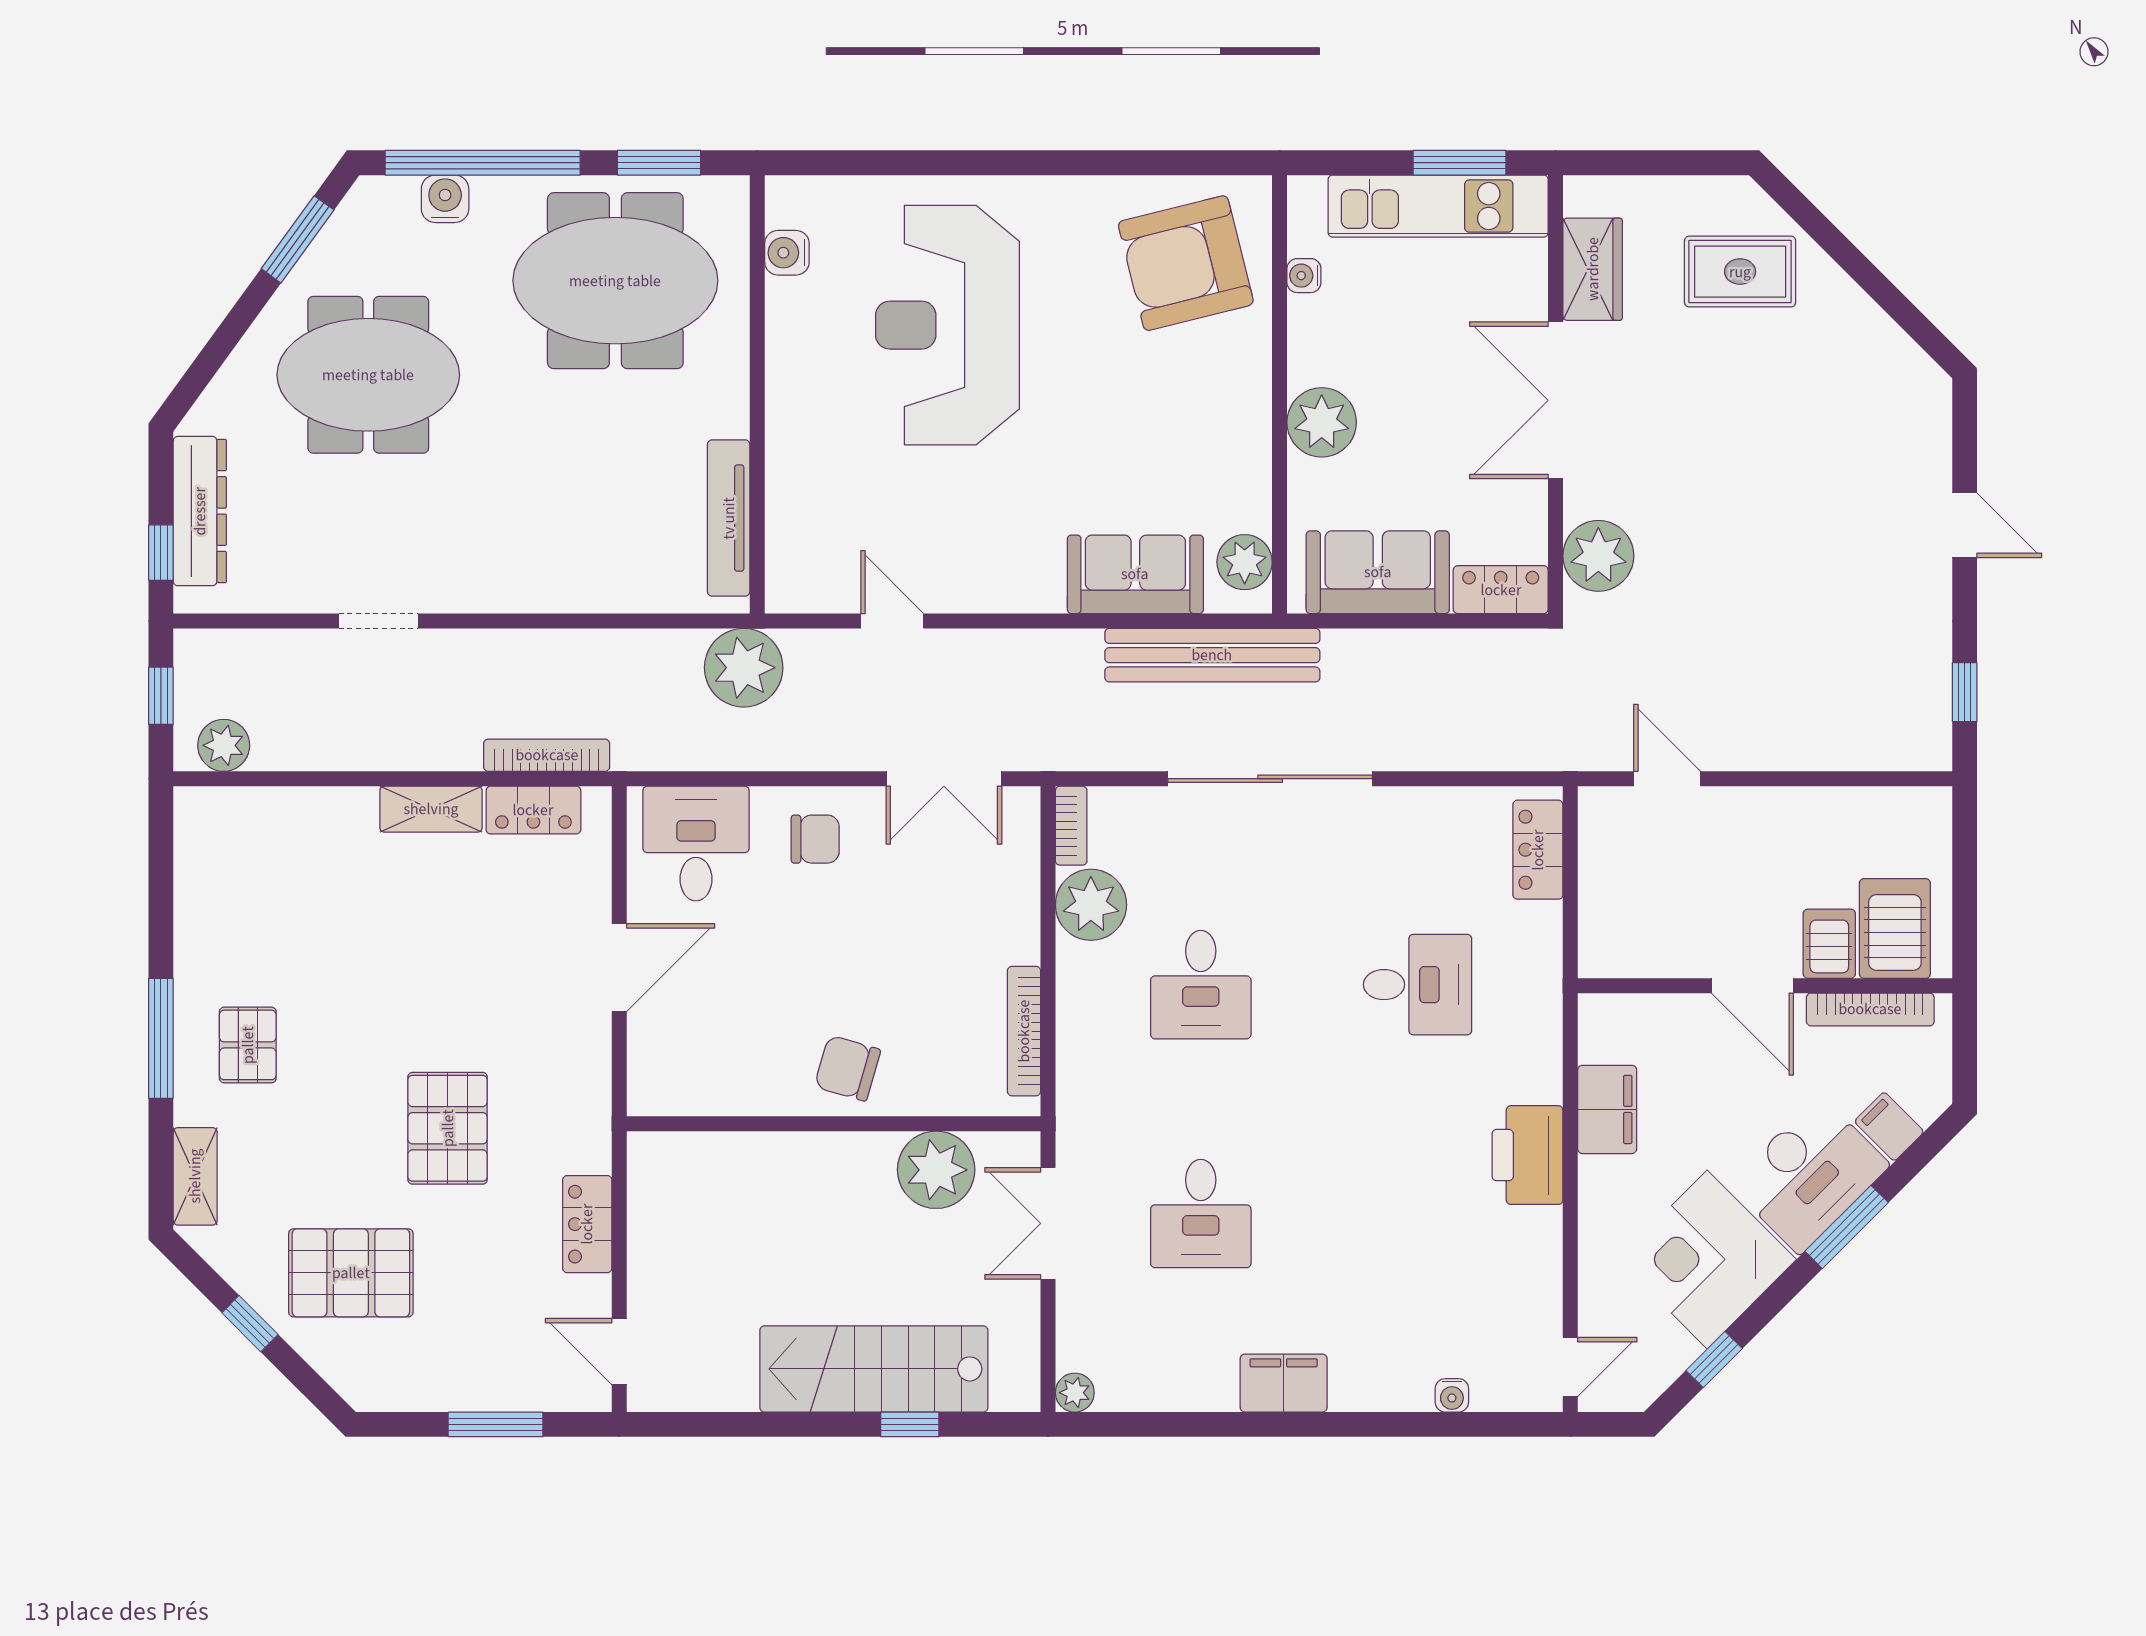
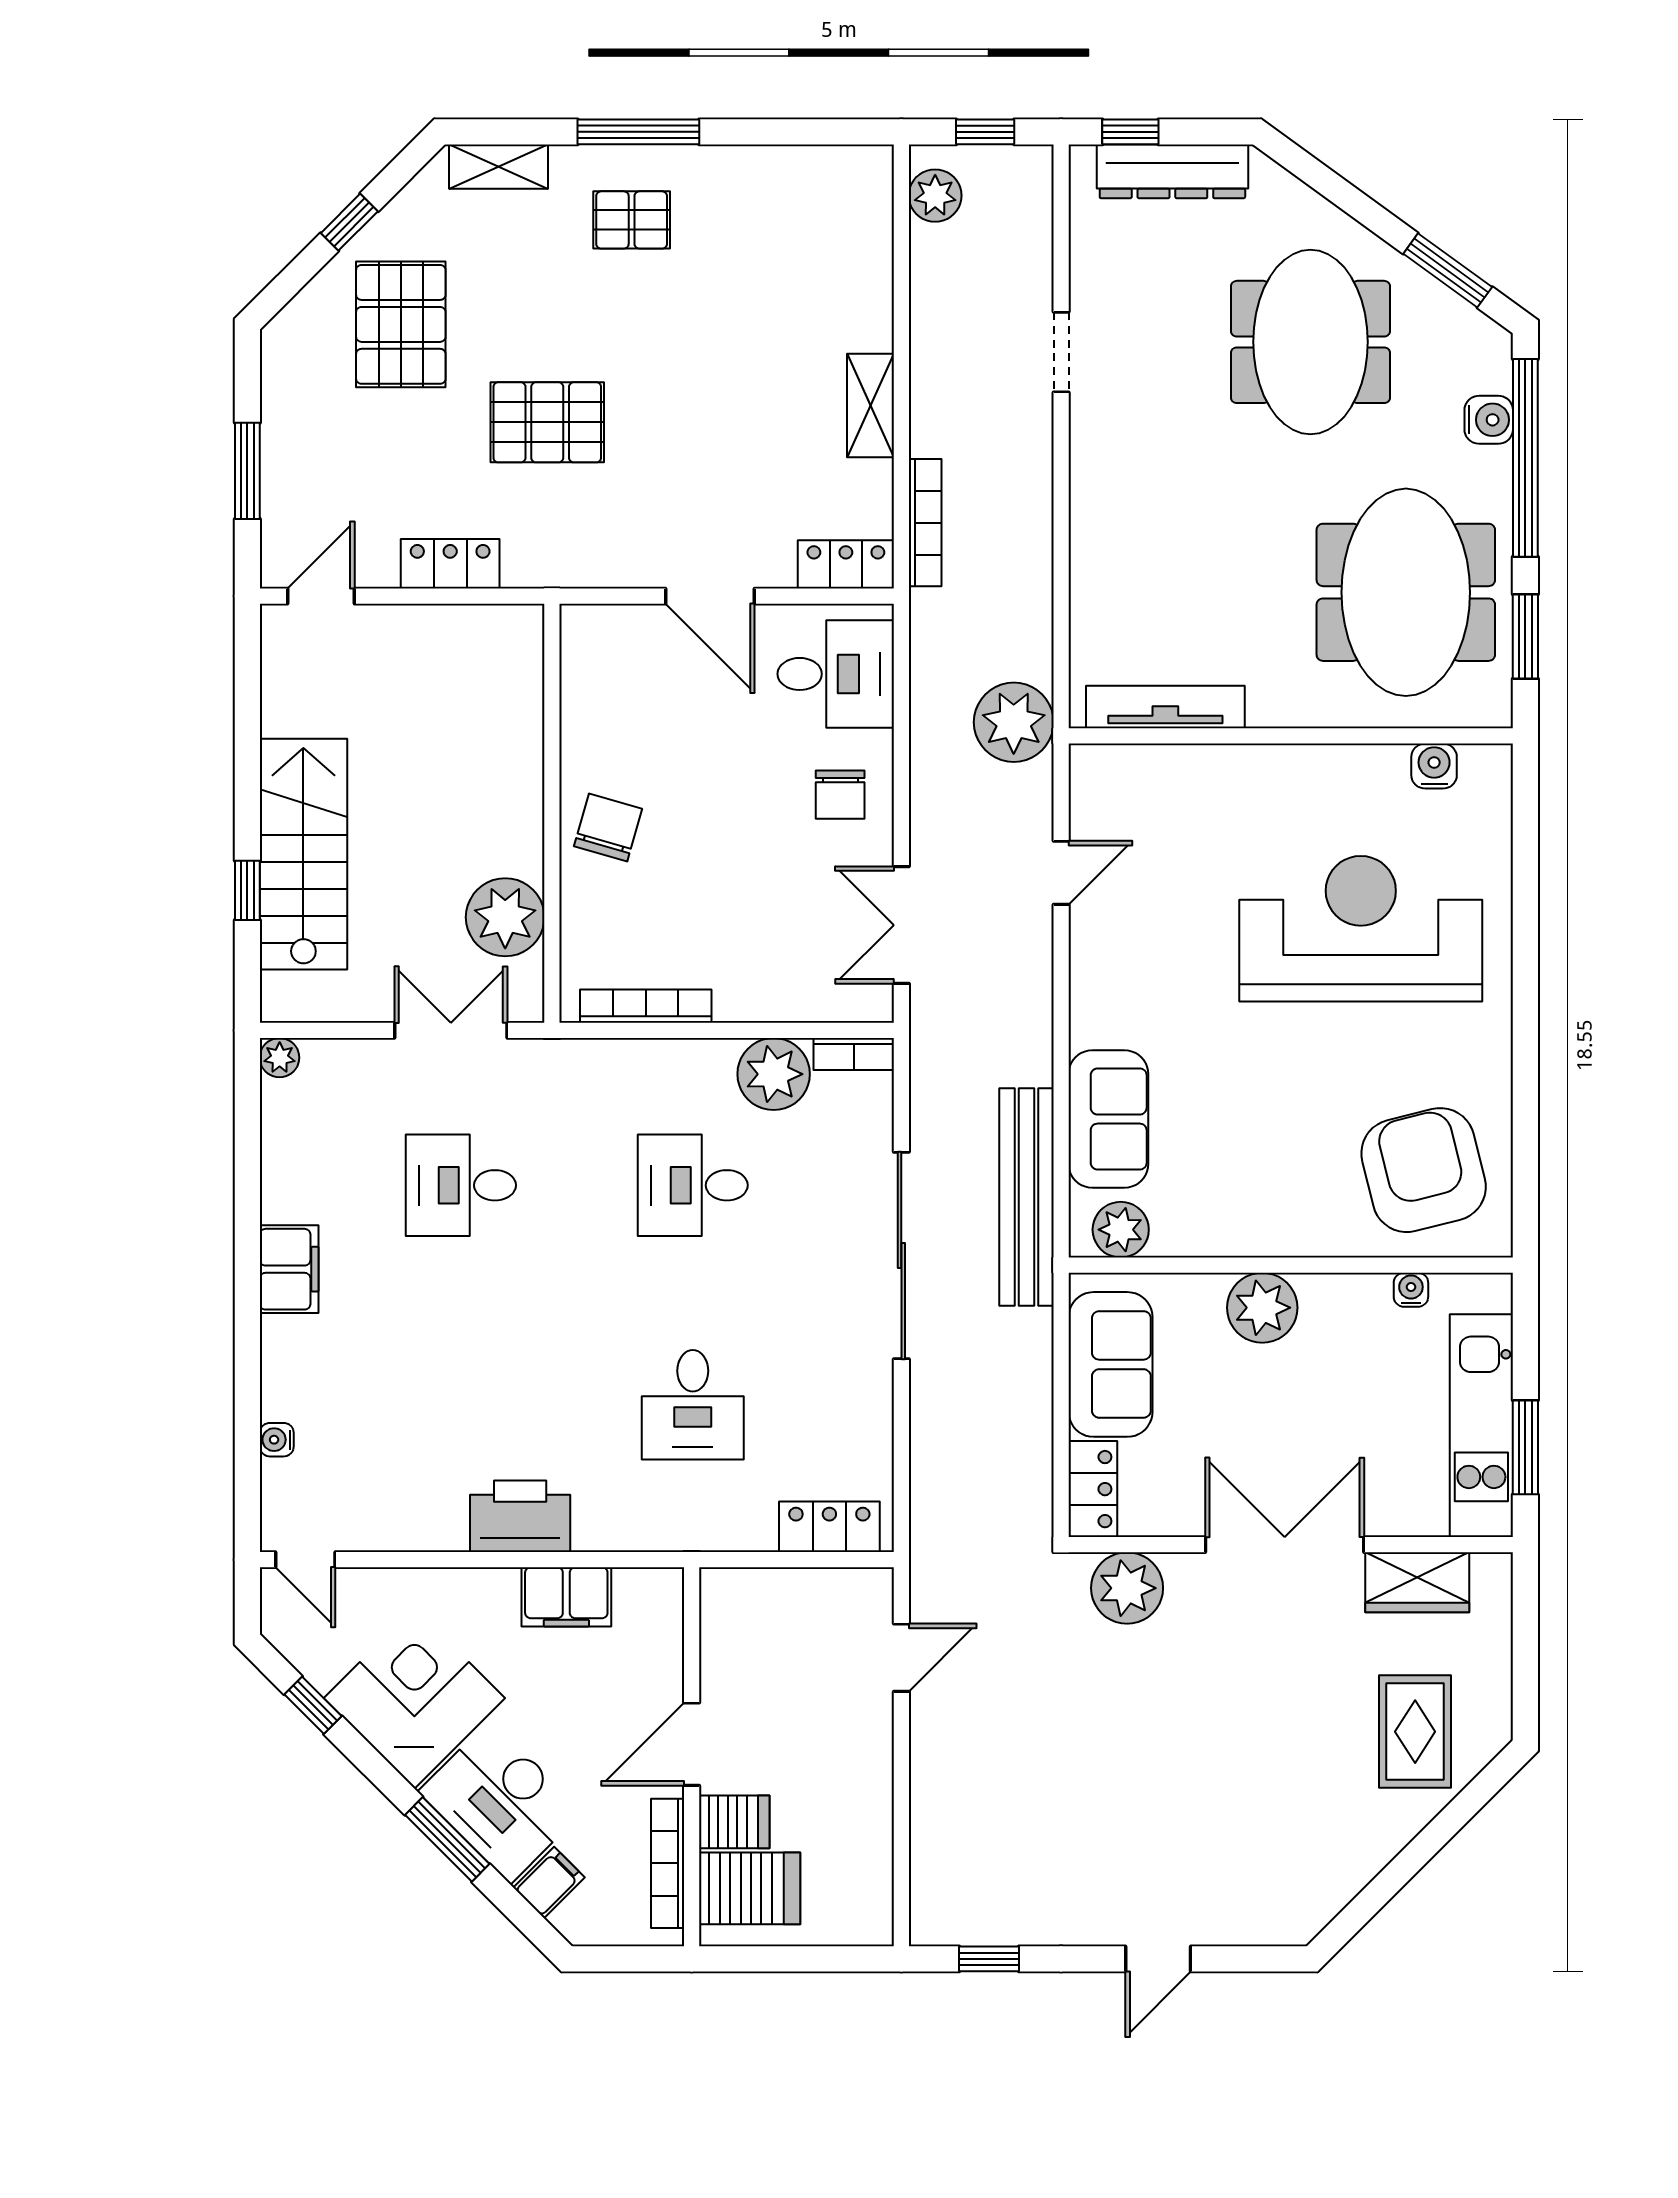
locker: (533, 810) -> (846, 564), moved, turned 90

